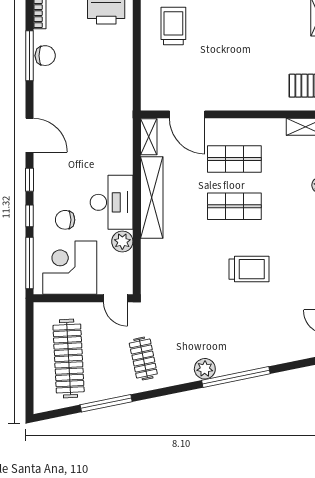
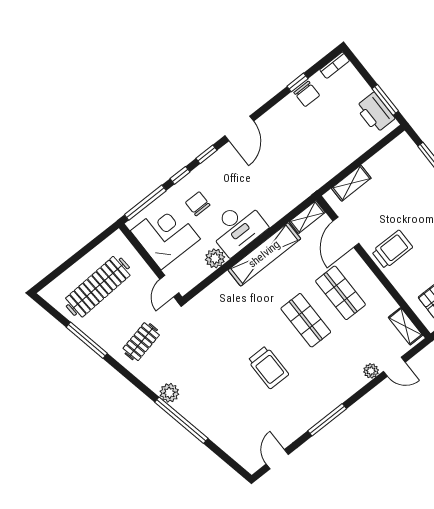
trolley: (173, 26) -> (392, 249), moved
window: (29, 56) -> (297, 82), width x0.46
shelving: (150, 77) -> (351, 183), added

